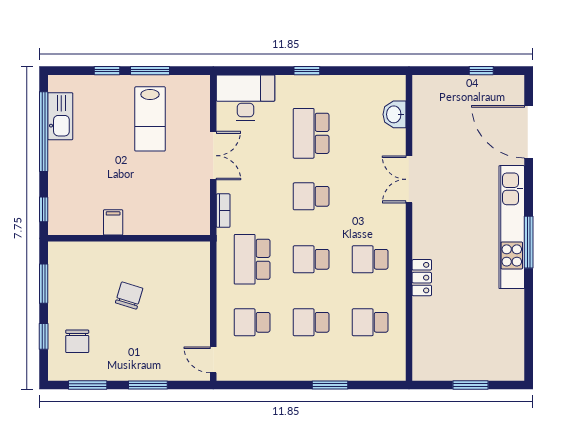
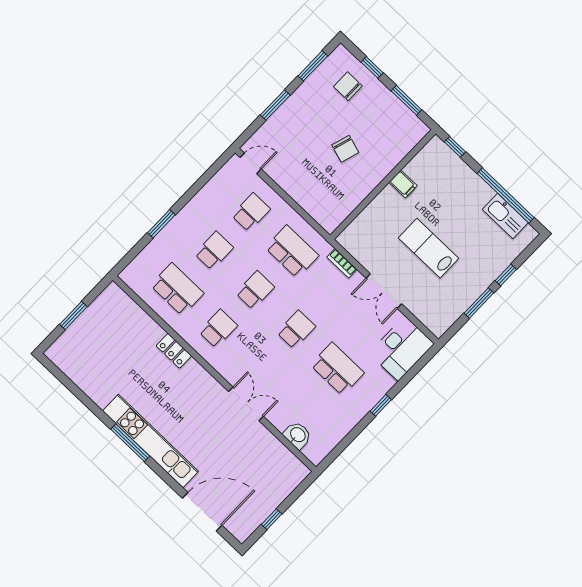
lab bench: (150, 119) -> (429, 248), moved
school desk: (370, 322) -> (177, 289), width x1.85

